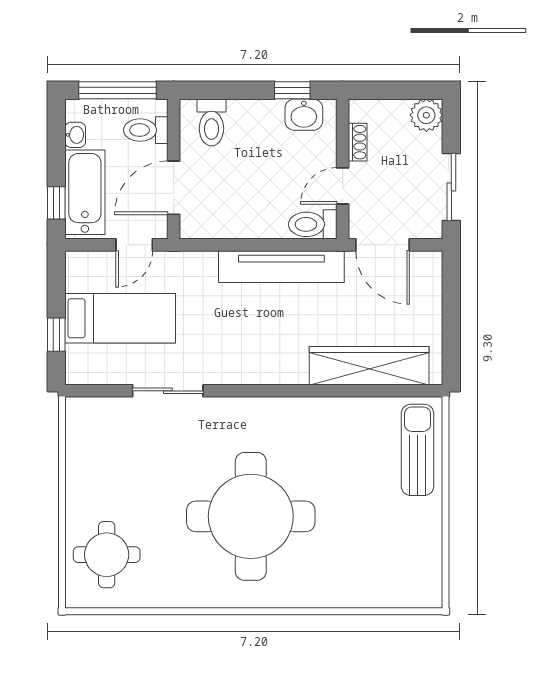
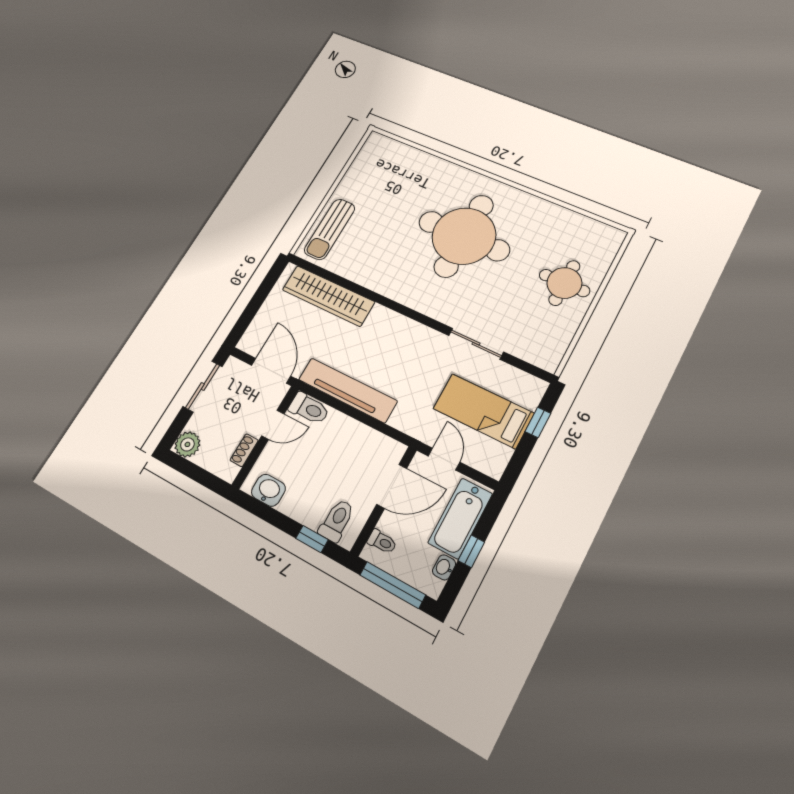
window: (292, 90) -> (312, 539), moved
toilet: (146, 130) -> (382, 542), width x0.73, depth x0.72
window: (56, 203) -> (471, 551), moved
door: (134, 245) -> (444, 459), hinge flipped
round table: (107, 555) -> (564, 283), moved

